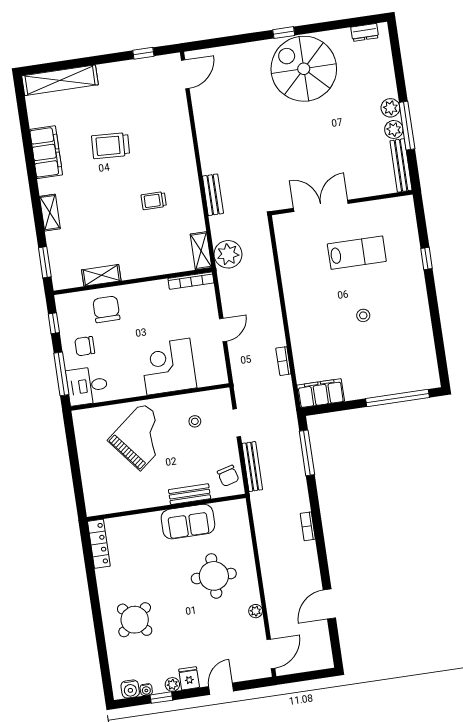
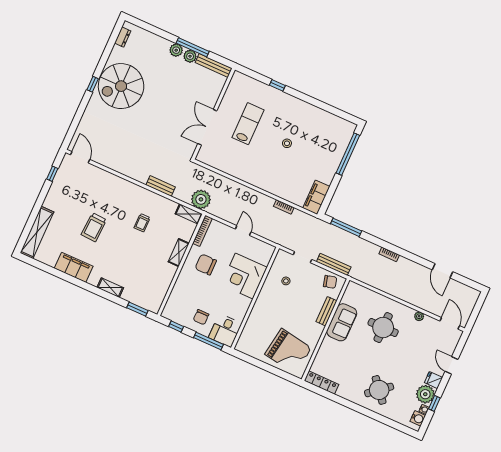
shelving: (101, 275) -> (179, 253), moved
chair: (106, 309) -> (206, 265), moved
grand piano: (141, 436) -> (288, 351), moved, turned 138
plant: (172, 684) -> (425, 394), width x1.87, depth x1.87

